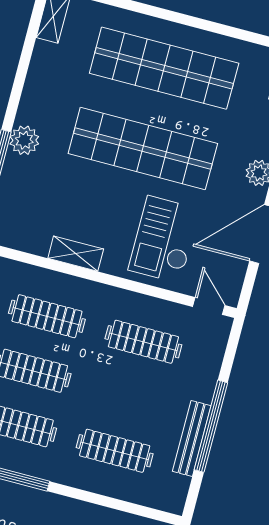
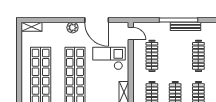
checkout: (164, 240) -> (109, 58), turned 180
door: (209, 306) -> (131, 34), swing flipped

